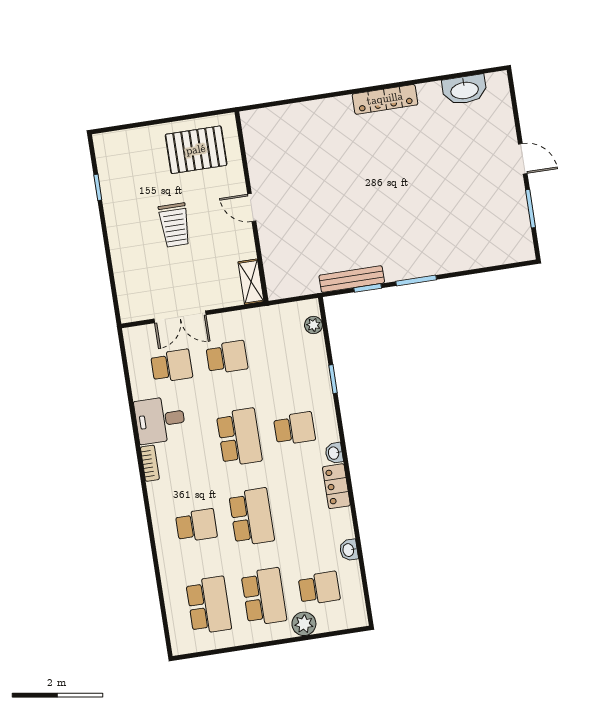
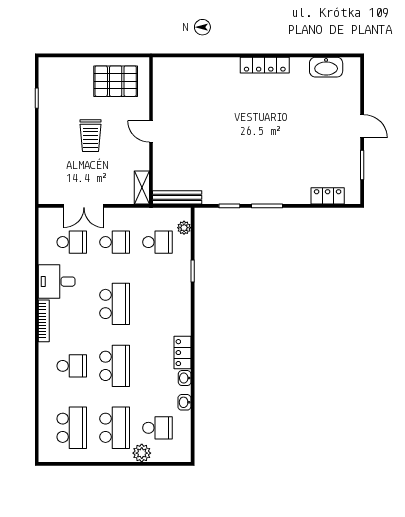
locker: (492, 255) -> (328, 196), added
bench: (352, 279) -> (177, 197), moved
school desk: (294, 429) -> (158, 242), moved
washbasin: (334, 453) -> (185, 378), moved
bookcase: (150, 463) -> (44, 321), width x1.56

